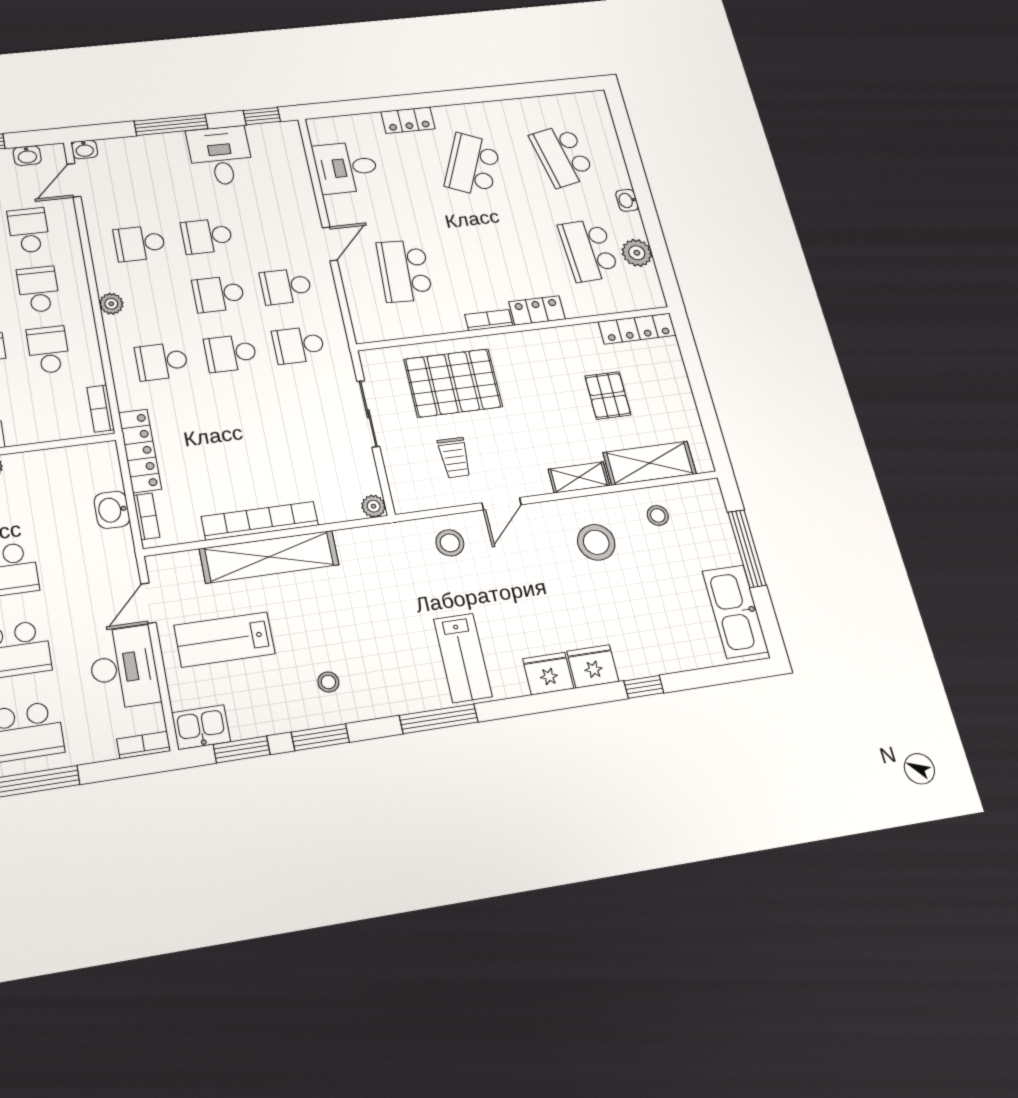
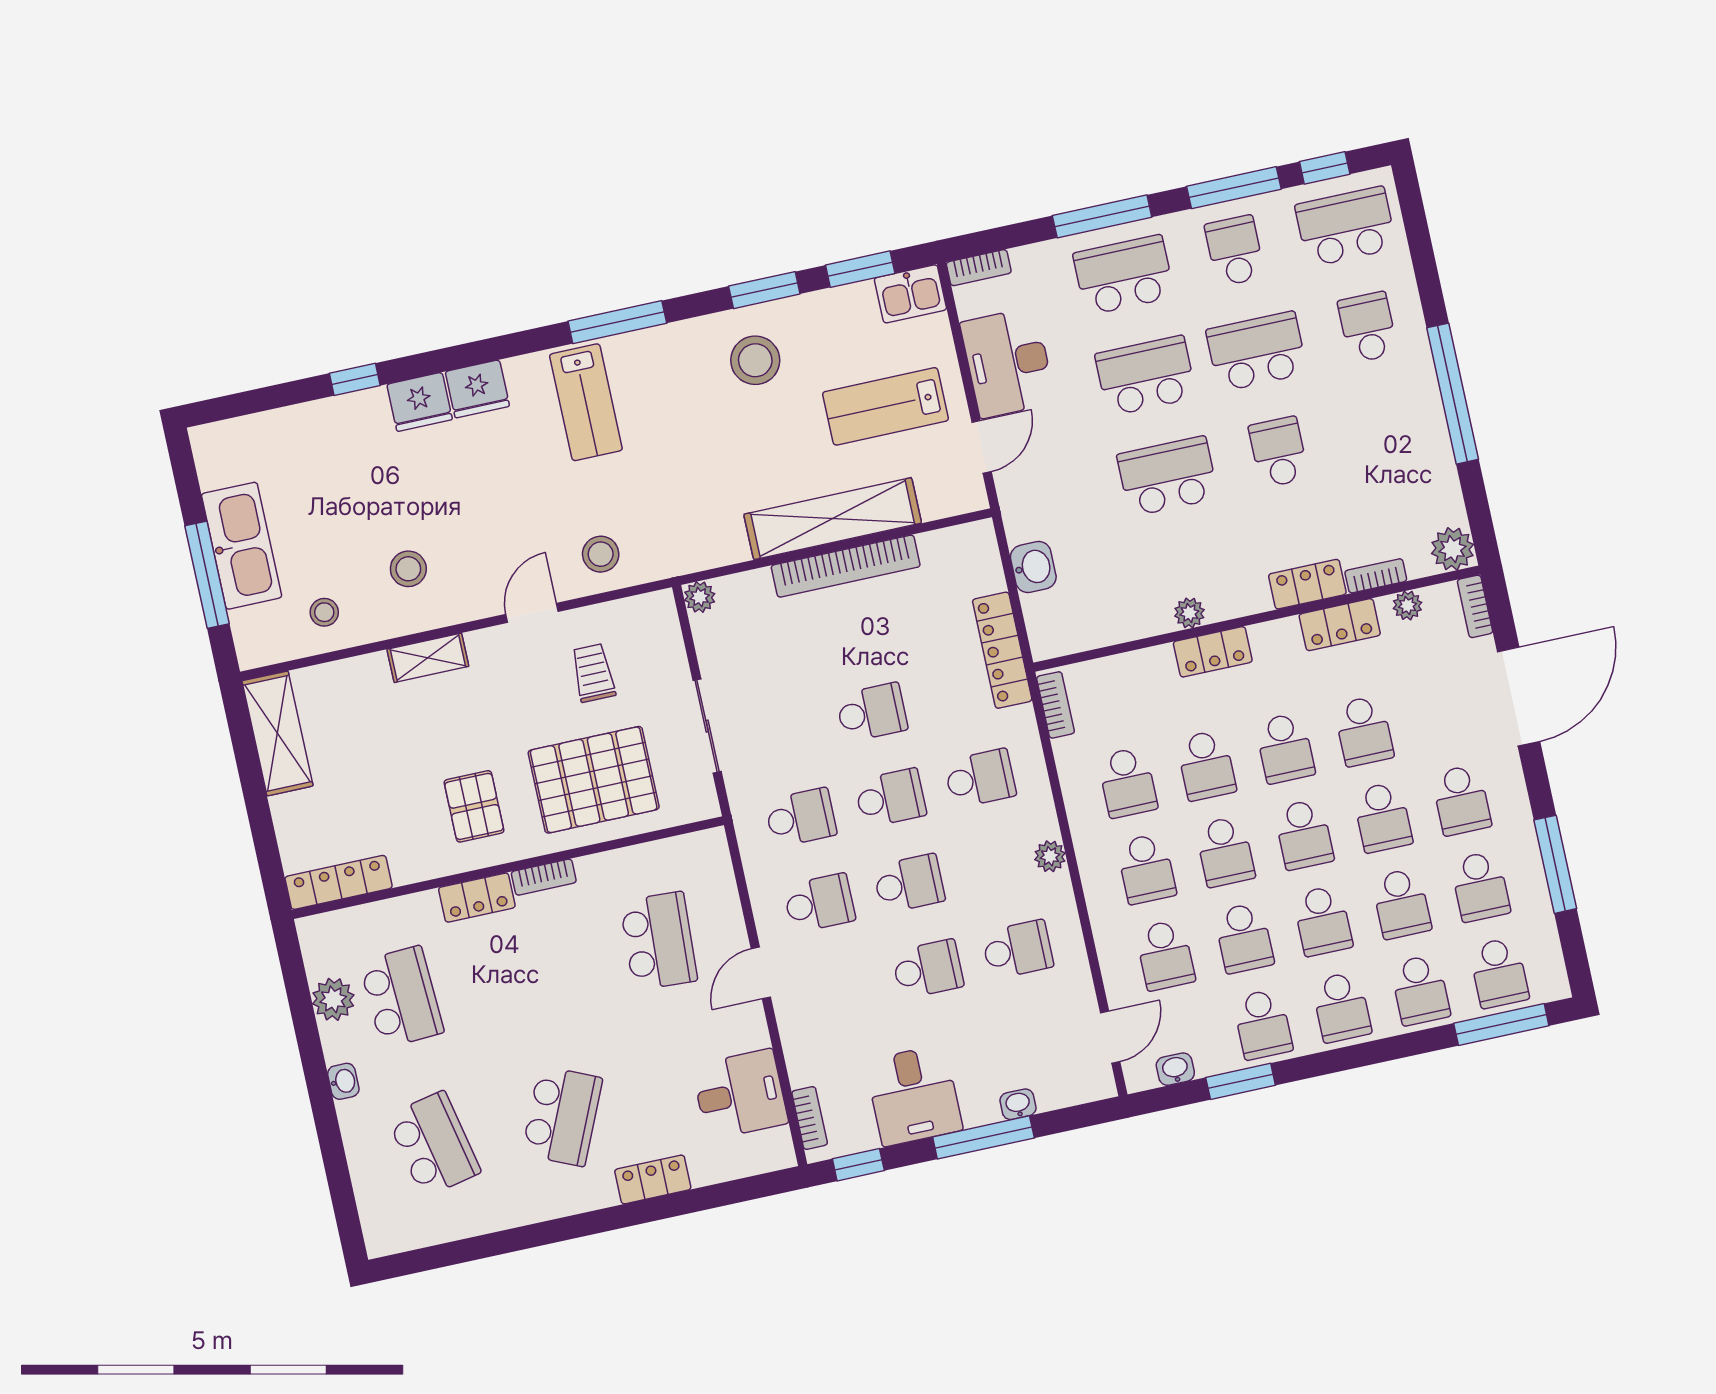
washbasin: (84, 149) -> (1018, 1104), moved
pallet: (608, 395) -> (474, 806), moved
school desk: (243, 414) -> (872, 712), added
shelving: (650, 463) -> (277, 733), moved, turned 90
bookcase: (147, 516) -> (810, 1118), moved, turned 180
stool: (596, 542) -> (408, 569), width x0.73, depth x0.73
kitchen sink: (735, 611) -> (242, 546), moved
lab bench: (225, 639) -> (885, 406), turned 180
lab bench: (463, 658) -> (586, 402), turned 180
stool: (328, 682) -> (755, 360), width x1.89, depth x1.89

